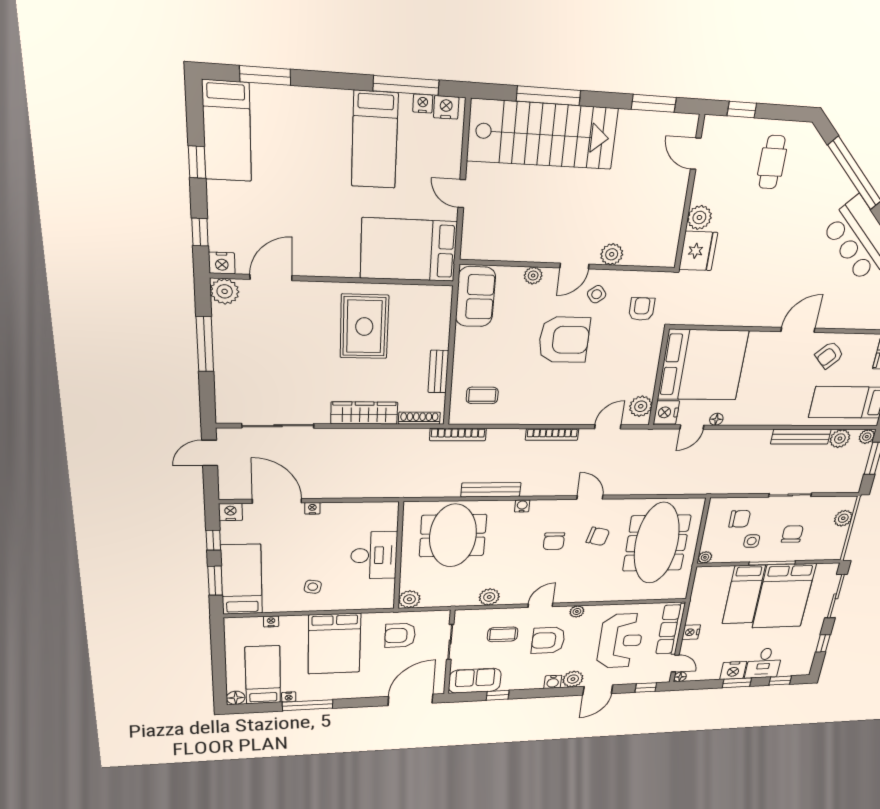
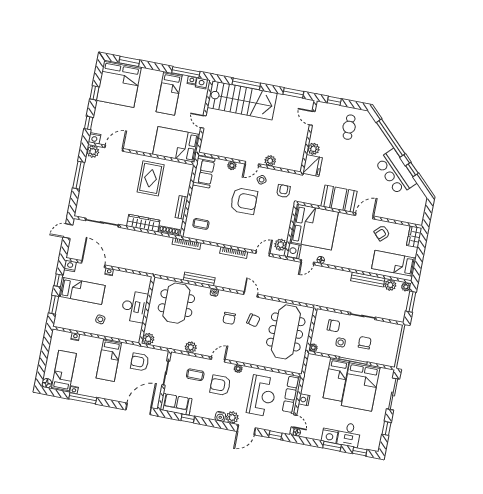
bed: (227, 131) -> (119, 84), width x2.04
booth: (751, 306) -> (339, 199), added
plant: (843, 518) -> (395, 338), removed
bed: (242, 580) -> (82, 291), moved, turned 90
bed: (334, 644) -> (109, 360), width x0.67

